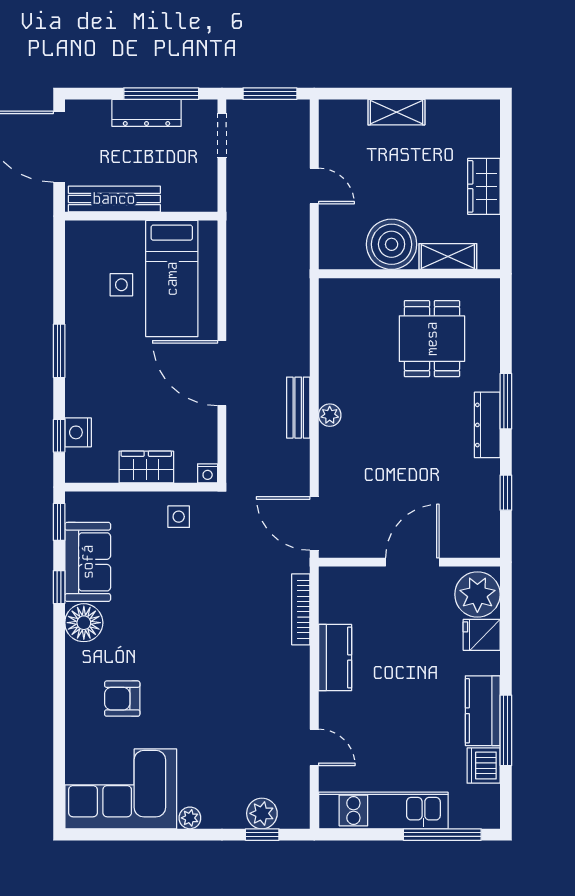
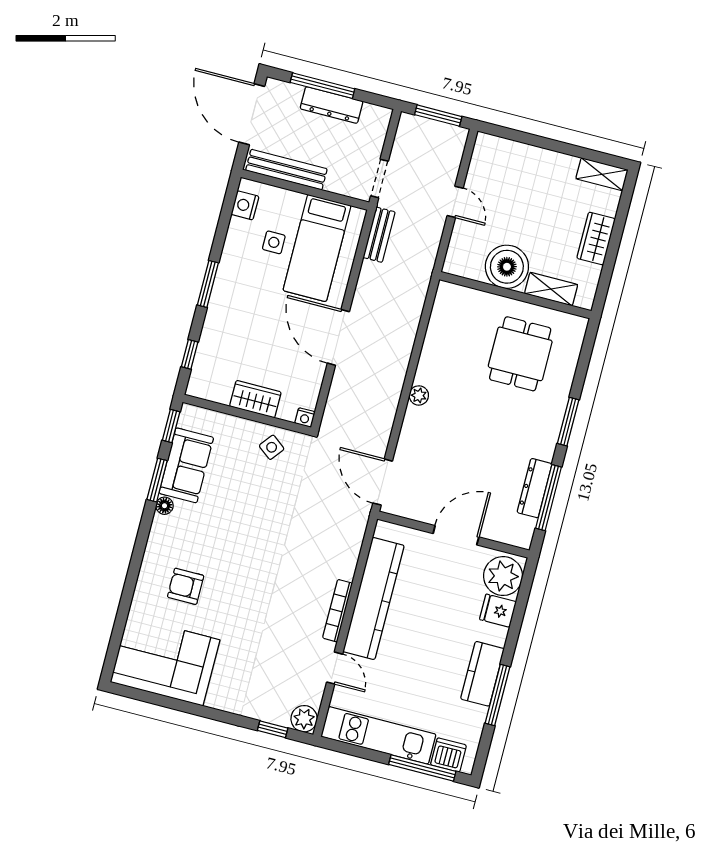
window: (161, 94) -> (322, 86), moved
shelving: (396, 112) -> (602, 174), moved
doorway: (222, 136) -> (379, 178), moved
bench: (298, 408) -> (379, 235), moved
dresser: (487, 425) -> (535, 488), moved
nightstand: (78, 432) -> (245, 205), moved
window: (506, 493) -> (549, 498), width x2.17
side table: (179, 517) -> (272, 447), turned 38
window: (59, 587) -> (157, 480), width x1.50
bookcase: (301, 609) -> (338, 611), moved
floor lamp: (84, 623) -> (164, 506), width x0.53, depth x0.53
kitchen counter: (335, 657) -> (374, 598), width x2.08, depth x1.17
dishwasher: (484, 766) -> (448, 755), moved, turned 90
plant: (262, 813) -> (304, 719), moved
plant: (190, 818) -> (216, 700), removed

